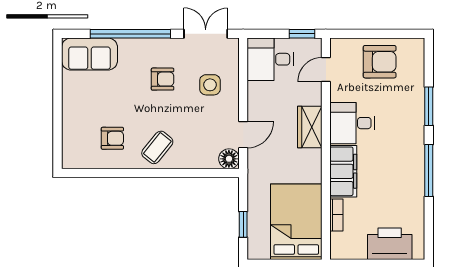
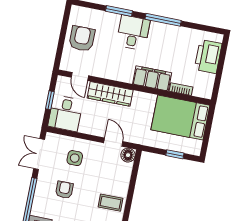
window: (302, 34) -> (50, 100), moved
desk: (352, 123) -> (133, 33), moved, turned 180
wardrobe: (310, 127) -> (110, 94), width x1.50
coffee table: (157, 147) -> (110, 203), turned -39

